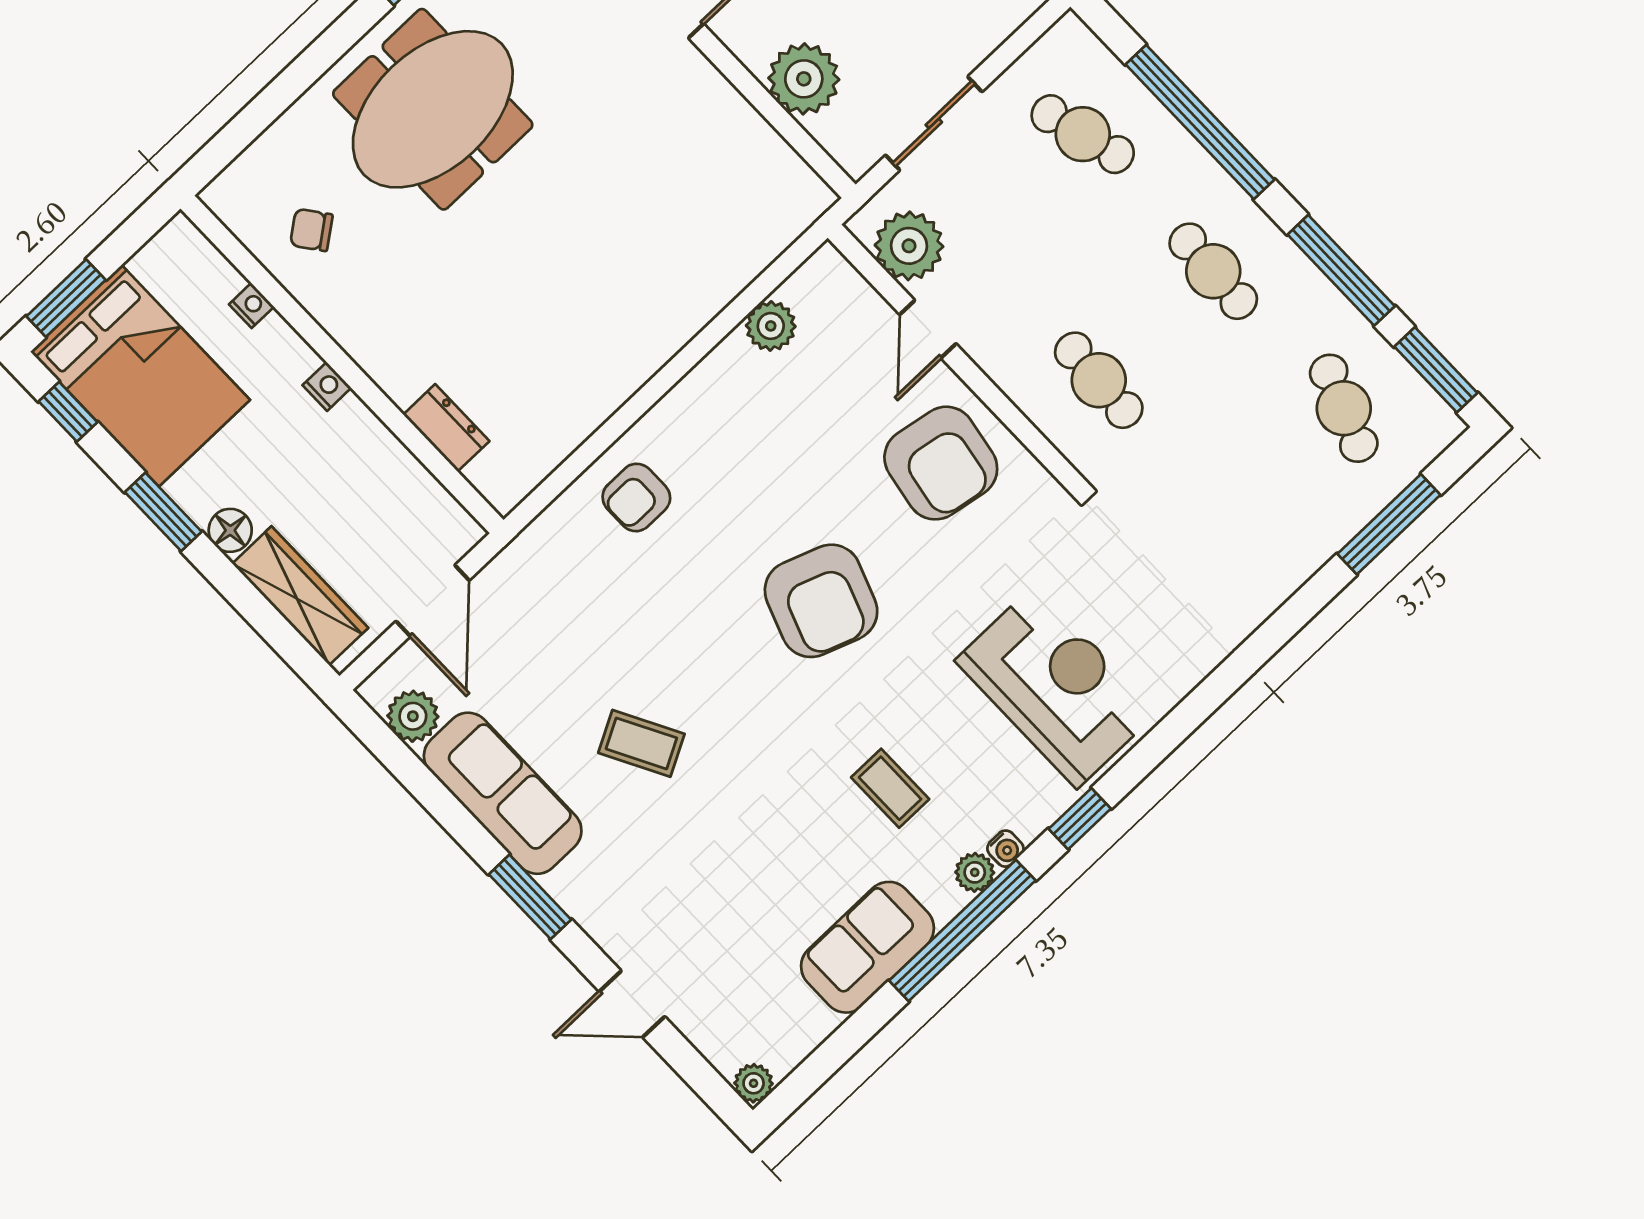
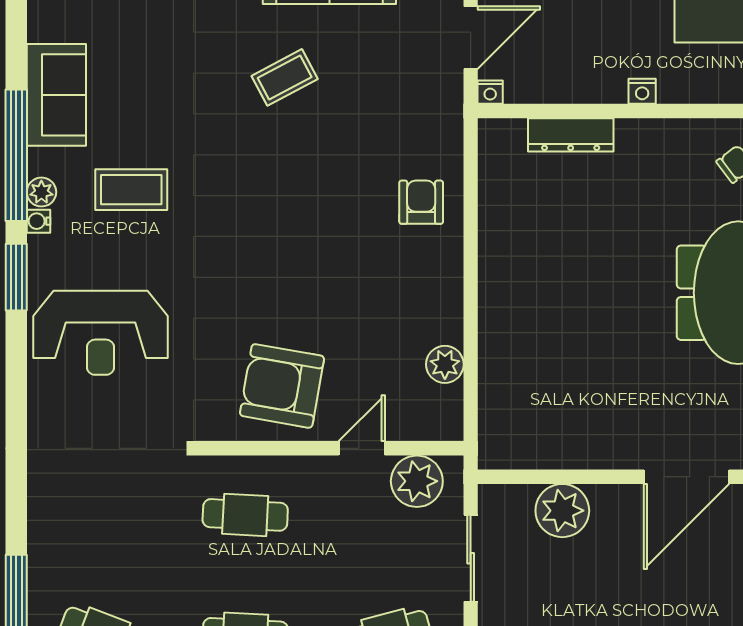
nightstand: (252, 305) -> (490, 92), moved
door: (928, 329) -> (362, 448), hinge flipped
dresser: (446, 428) -> (571, 135), width x1.44
door: (433, 601) -> (471, 38), swing flipped
armchair: (821, 601) -> (269, 249), removed
coffee table: (890, 788) -> (131, 190), width x1.36, depth x1.30
window: (1080, 819) -> (16, 277), width x1.50

